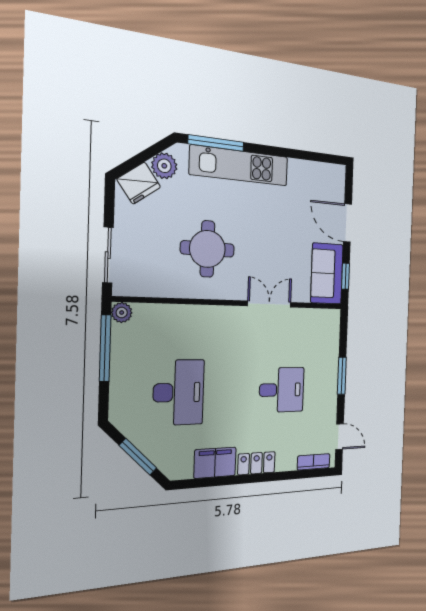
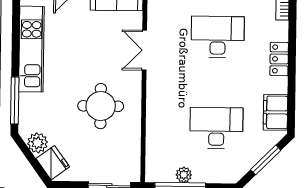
kitchen unit: (240, 166) -> (31, 49), moved
plant: (122, 313) -> (184, 175), moved
desk: (282, 390) -> (218, 37), width x1.37
filing cabinet: (215, 463) -> (275, 112), moved

